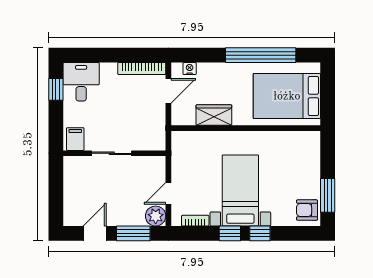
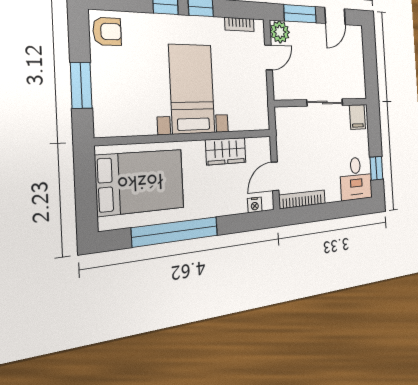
bed with nightstands: (240, 190) -> (192, 89), moved, turned 180
window: (328, 195) -> (81, 85), moved

